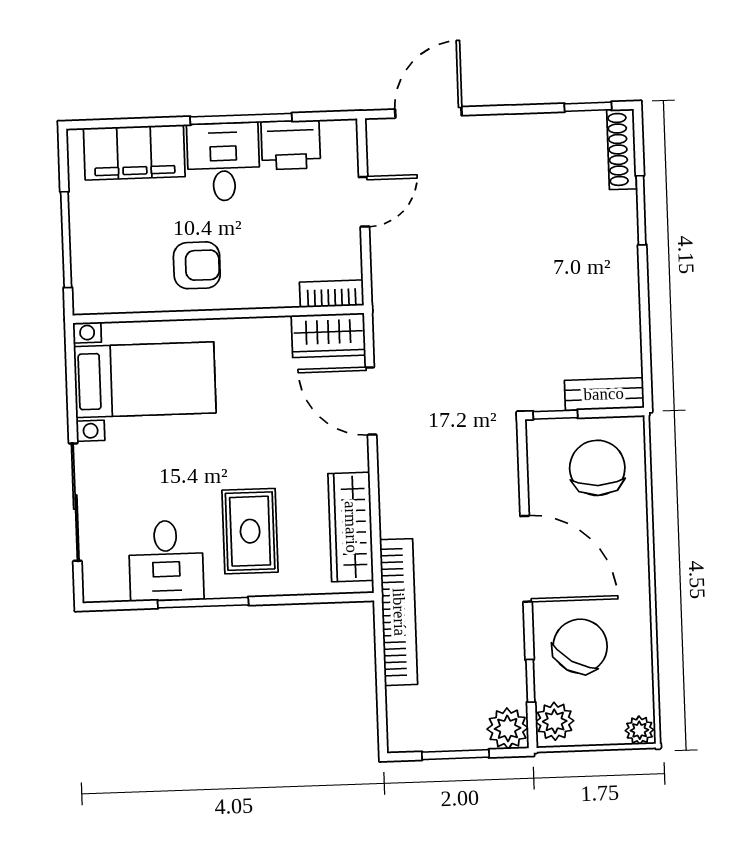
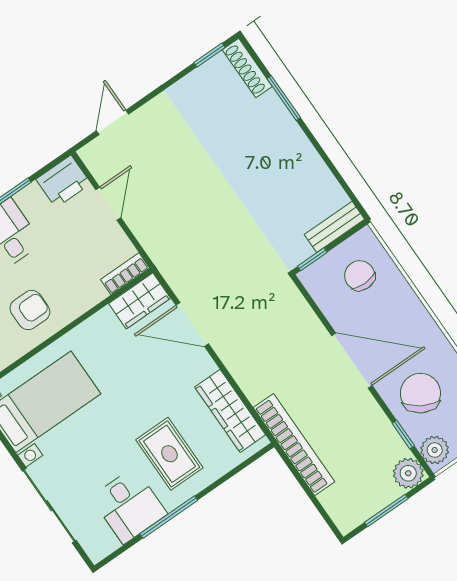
door: (428, 112) -> (113, 122), width x0.73
printer: (291, 145) -> (63, 181), moved
chair: (597, 468) -> (360, 276), width x0.73, depth x0.73

